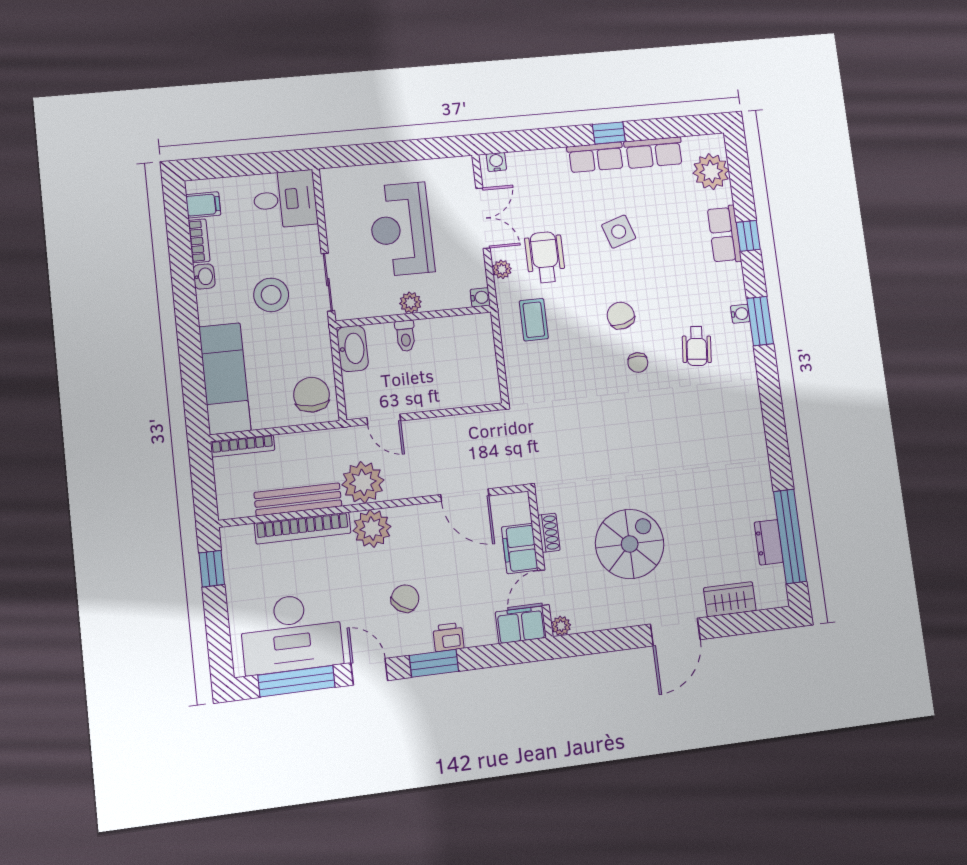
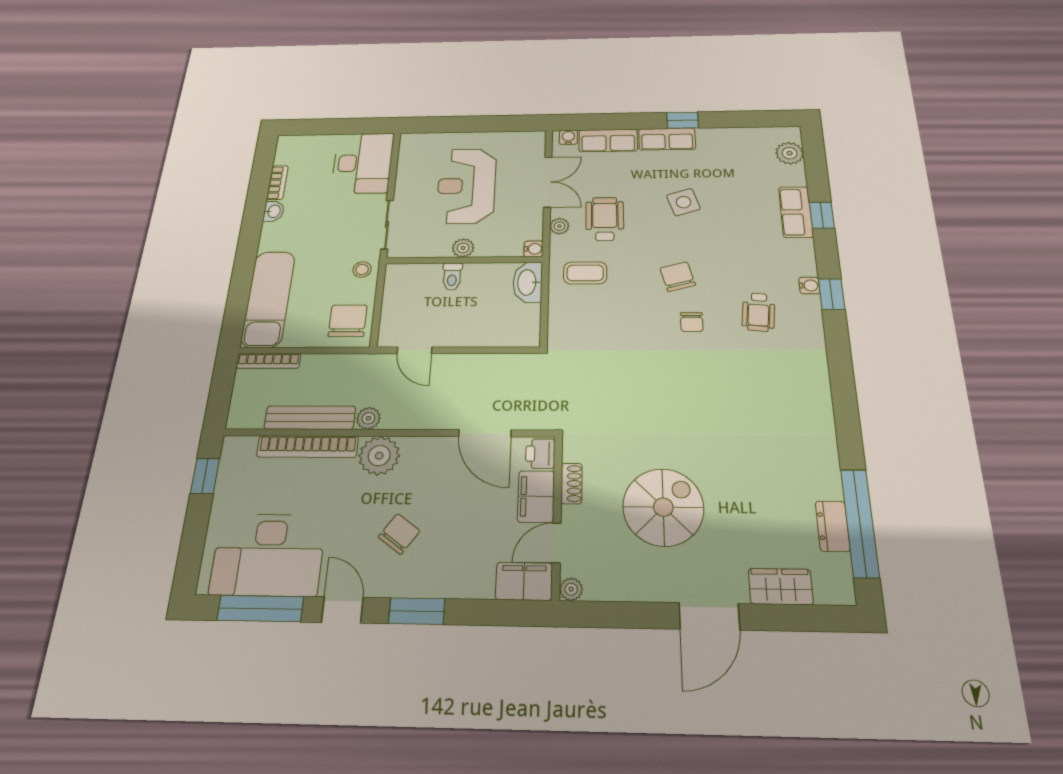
row of seats: (654, 153) -> (608, 140), moved
plant: (711, 172) -> (790, 153), width x0.73, depth x0.73
desk: (285, 199) -> (363, 163), width x1.37
filing cabinet: (203, 205) -> (289, 155), removed
stool: (271, 295) -> (362, 270), moved, width x0.53, depth x0.53
coffee table: (534, 320) -> (585, 273), turned 90
window: (760, 321) -> (832, 294), width x0.67
washbasin: (352, 349) -> (528, 282), moved, turned 180
plant: (363, 482) -> (368, 418), width x0.53, depth x0.53
printer: (448, 637) -> (540, 454), moved, turned -90

